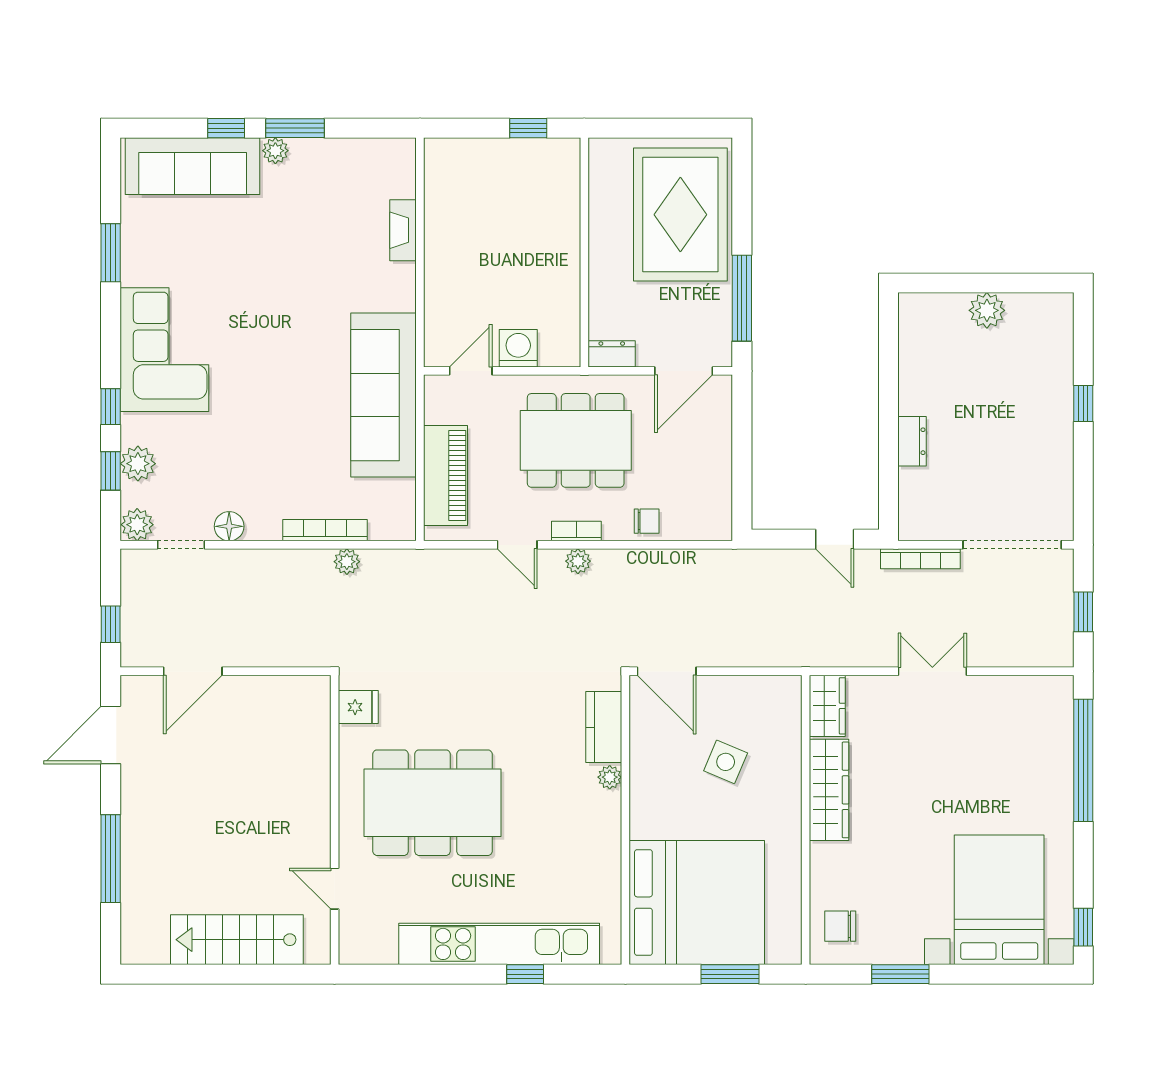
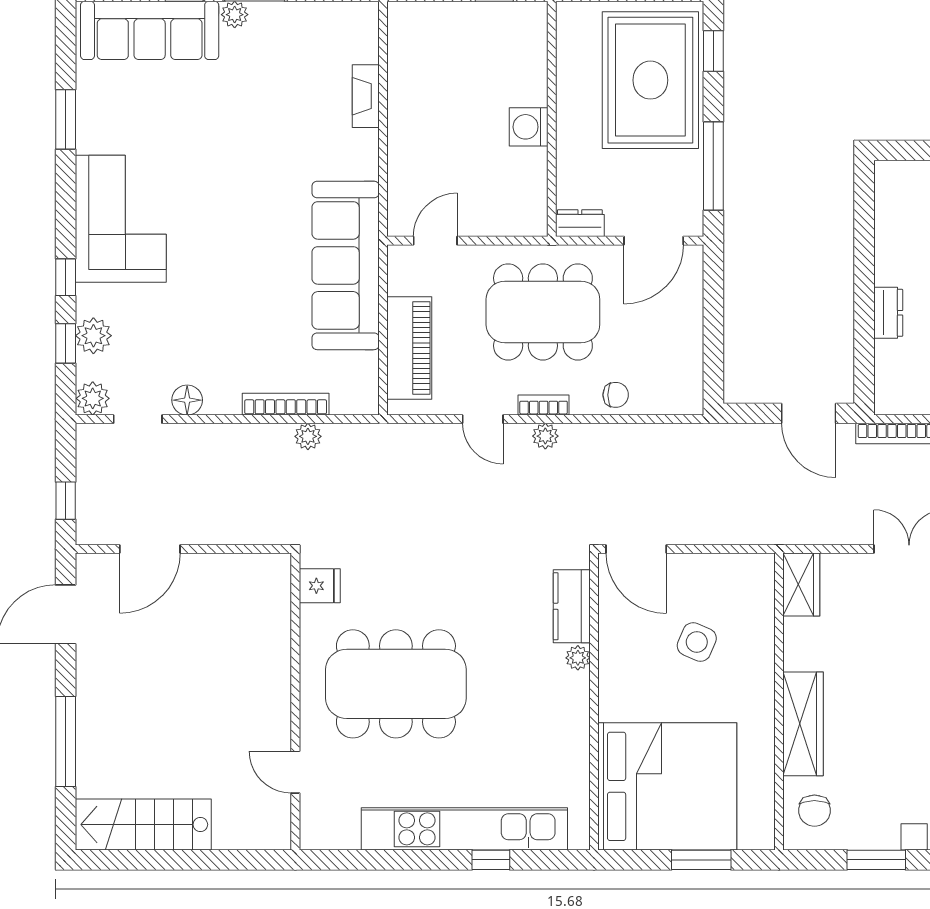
window: (742, 186) -> (713, 51), added
washing machine: (518, 348) -> (529, 127), moved, turned -90
door: (835, 539) -> (809, 413), width x1.38
wardrobe: (829, 790) -> (803, 724), moved
chair: (840, 926) -> (814, 811), turned -90
stairs: (237, 940) -> (143, 825), moved

